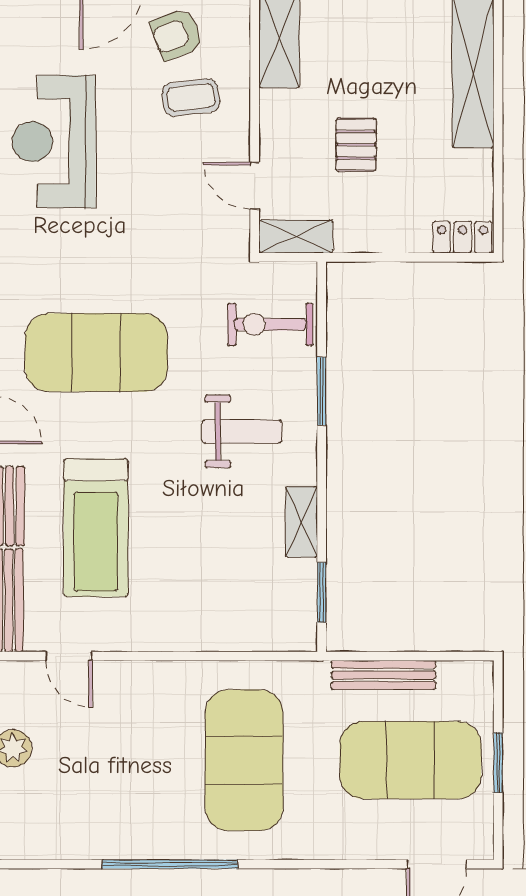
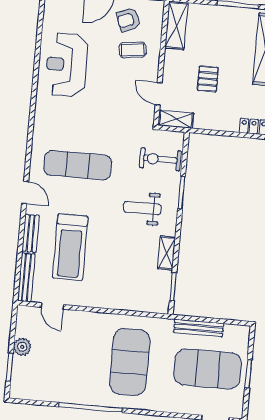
exercise mat: (96, 353) -> (78, 165), width x0.68
weight bench: (242, 431) -> (142, 208), turned 180

